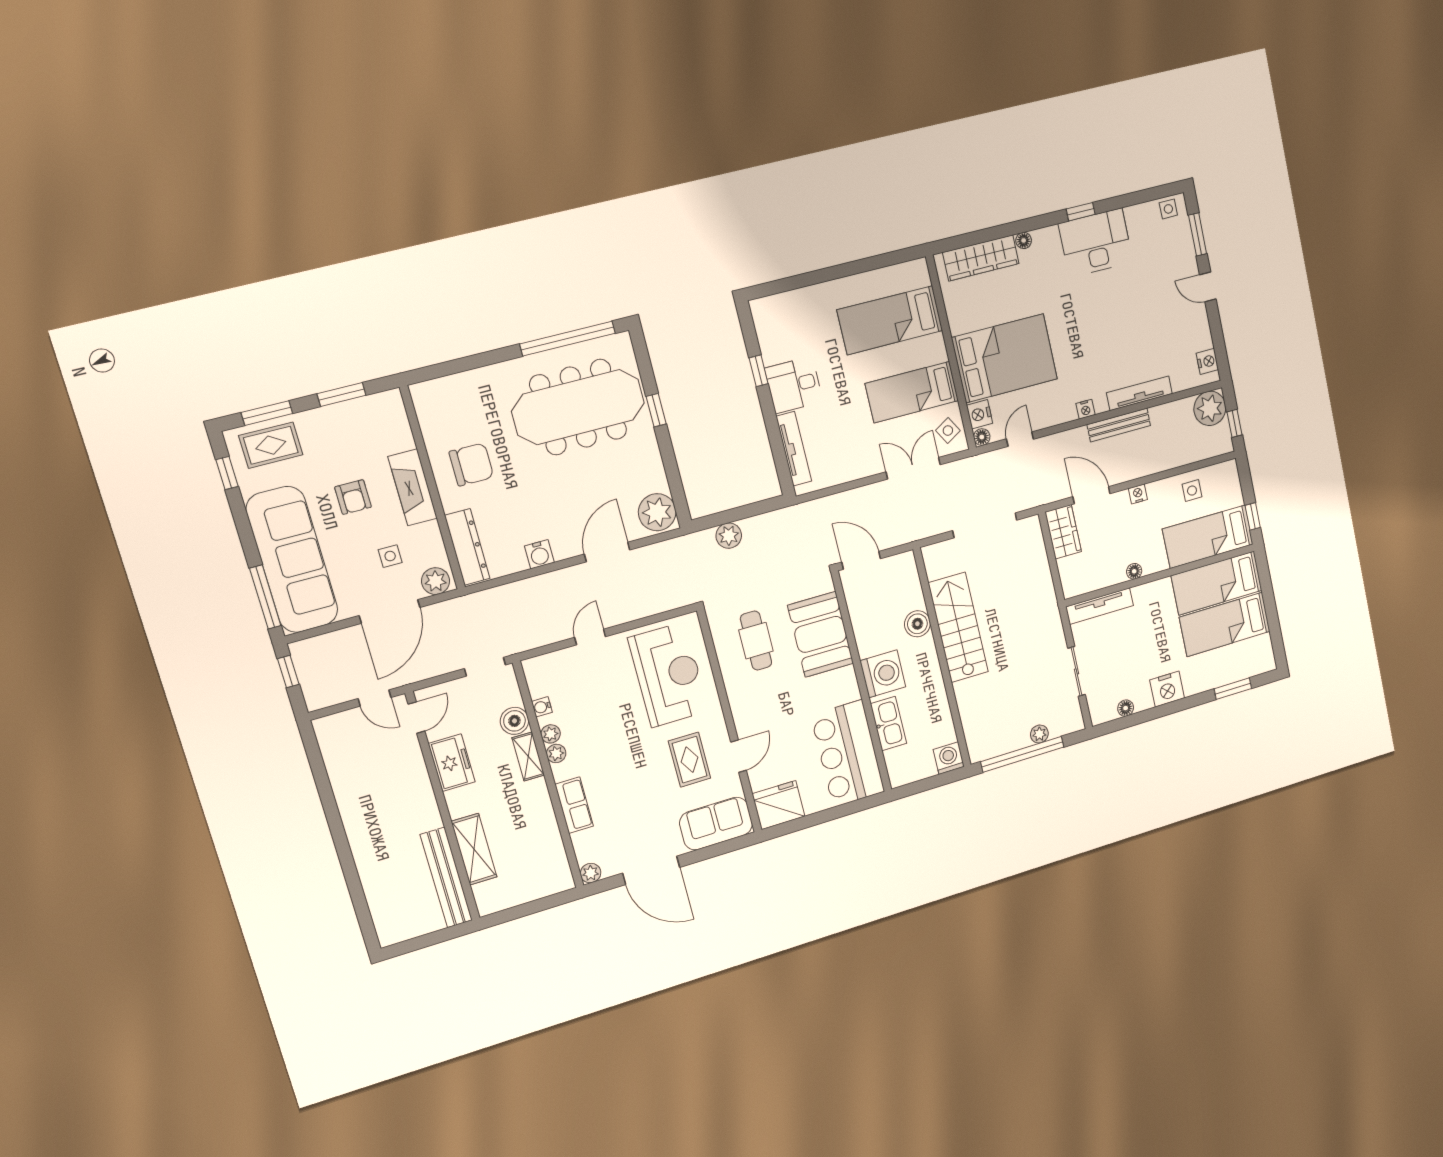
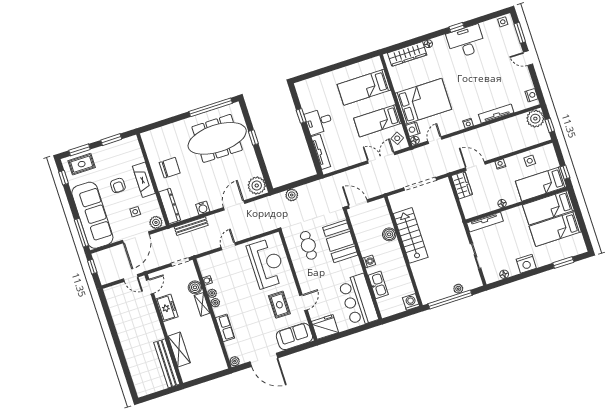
bench: (1119, 425) -> (191, 226), moved
washing machine: (883, 674) -> (369, 261), width x0.53, depth x0.53

